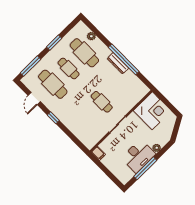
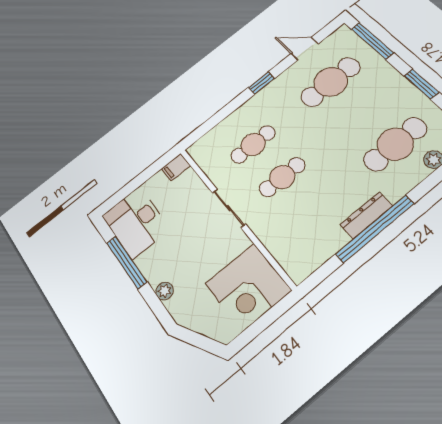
cafe table: (69, 69) -> (253, 144), moved
desk: (138, 156) -> (136, 222), moved

